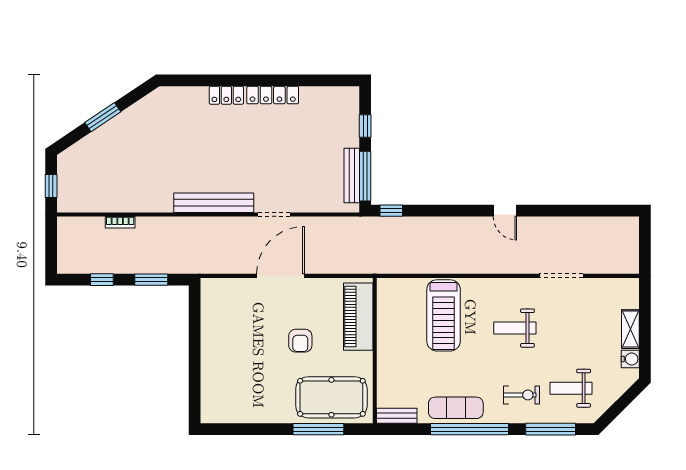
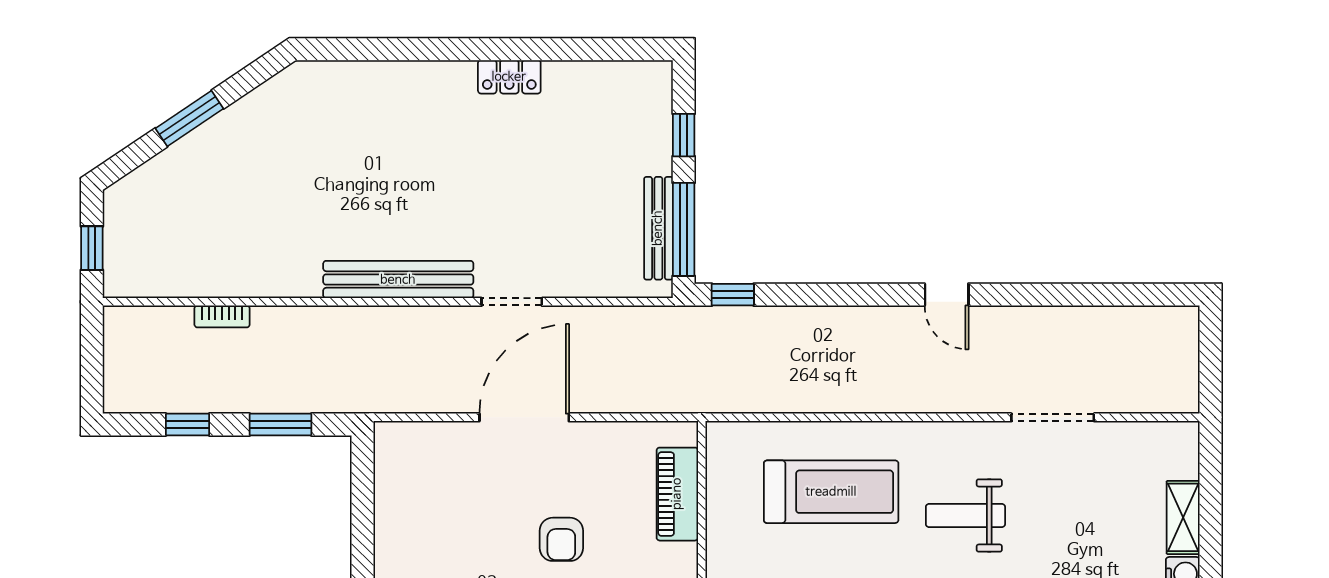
locker: (226, 95) -> (422, 77), removed
locker: (273, 95) -> (509, 77), width x0.66
treadmill: (444, 315) -> (831, 492), turned -90
piano: (358, 317) -> (677, 494), width x0.73, depth x0.75

